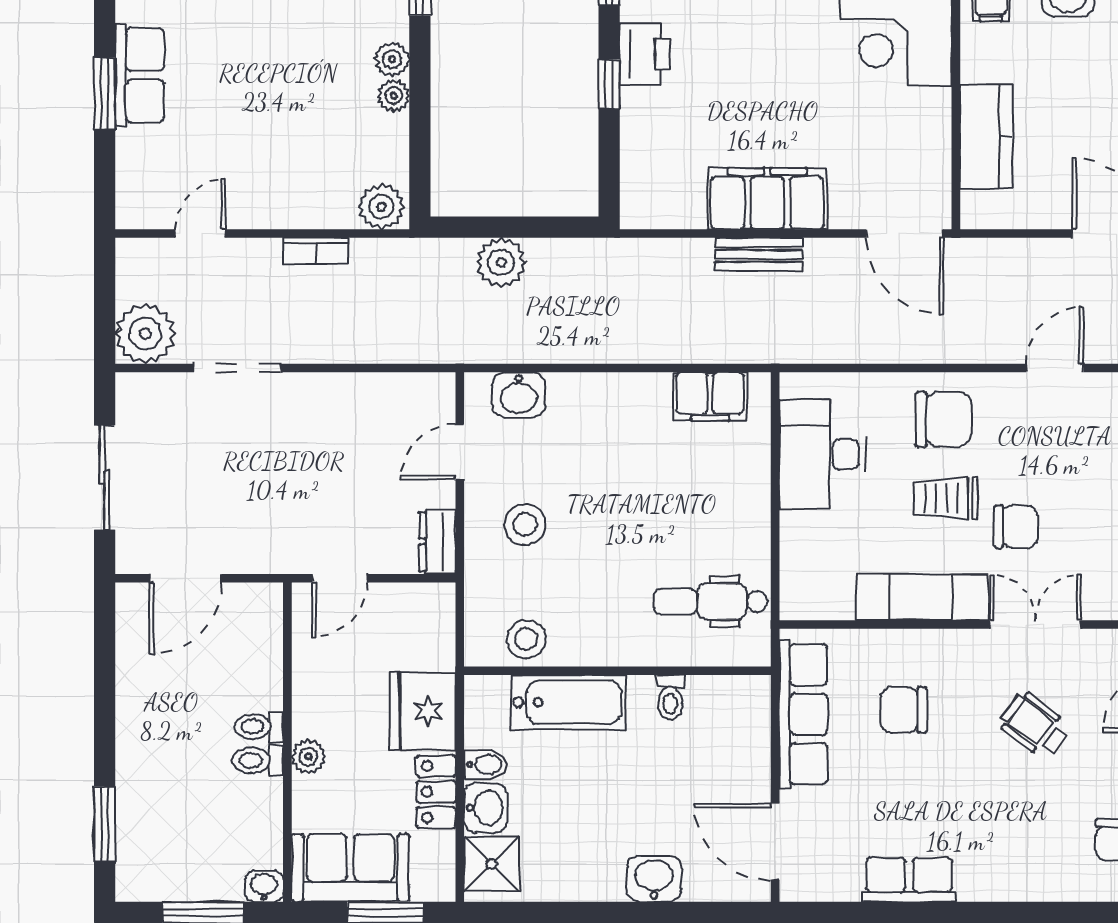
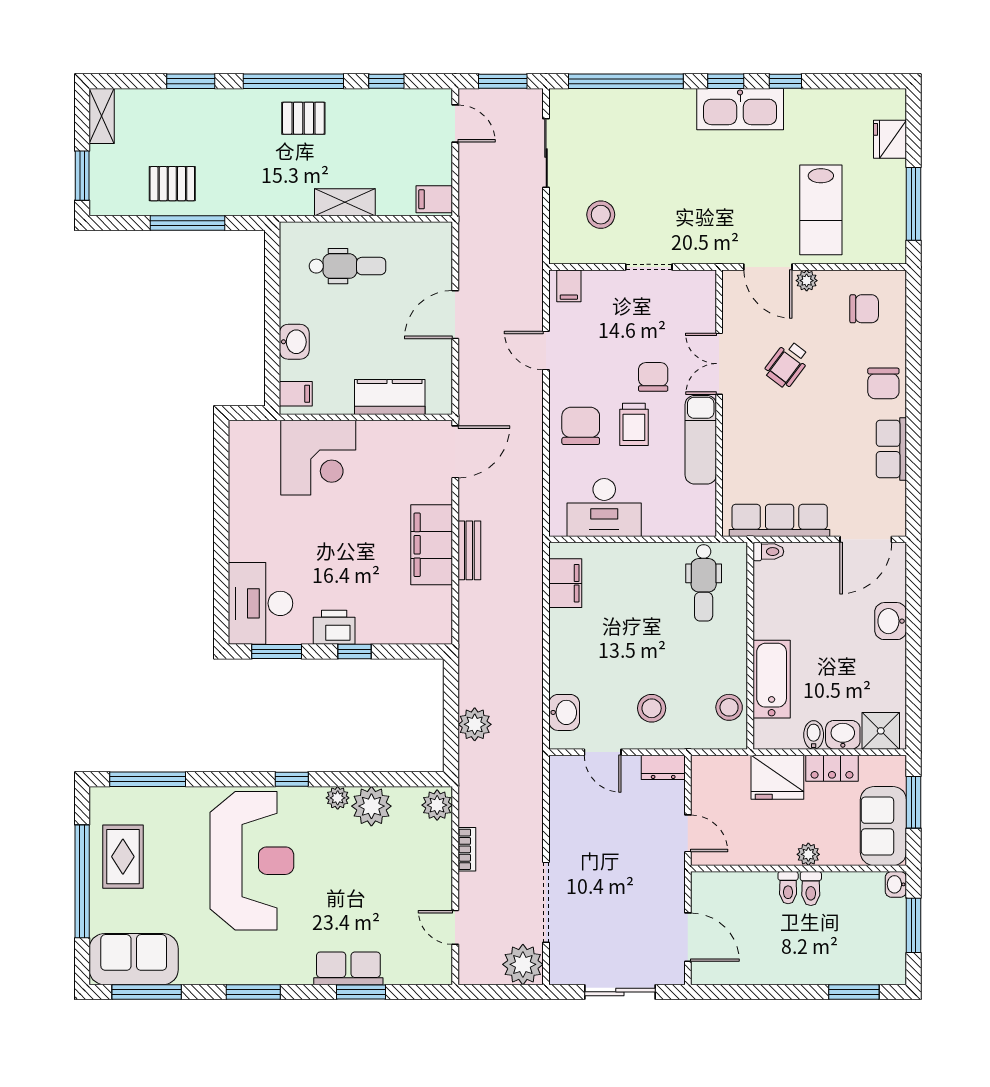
plant: (394, 96) -> (371, 806), width x1.88, depth x1.88
doorway: (237, 368) -> (546, 902), width x1.36
toilet: (670, 697) -> (768, 552), moved
chair: (904, 710) -> (883, 383), moved

